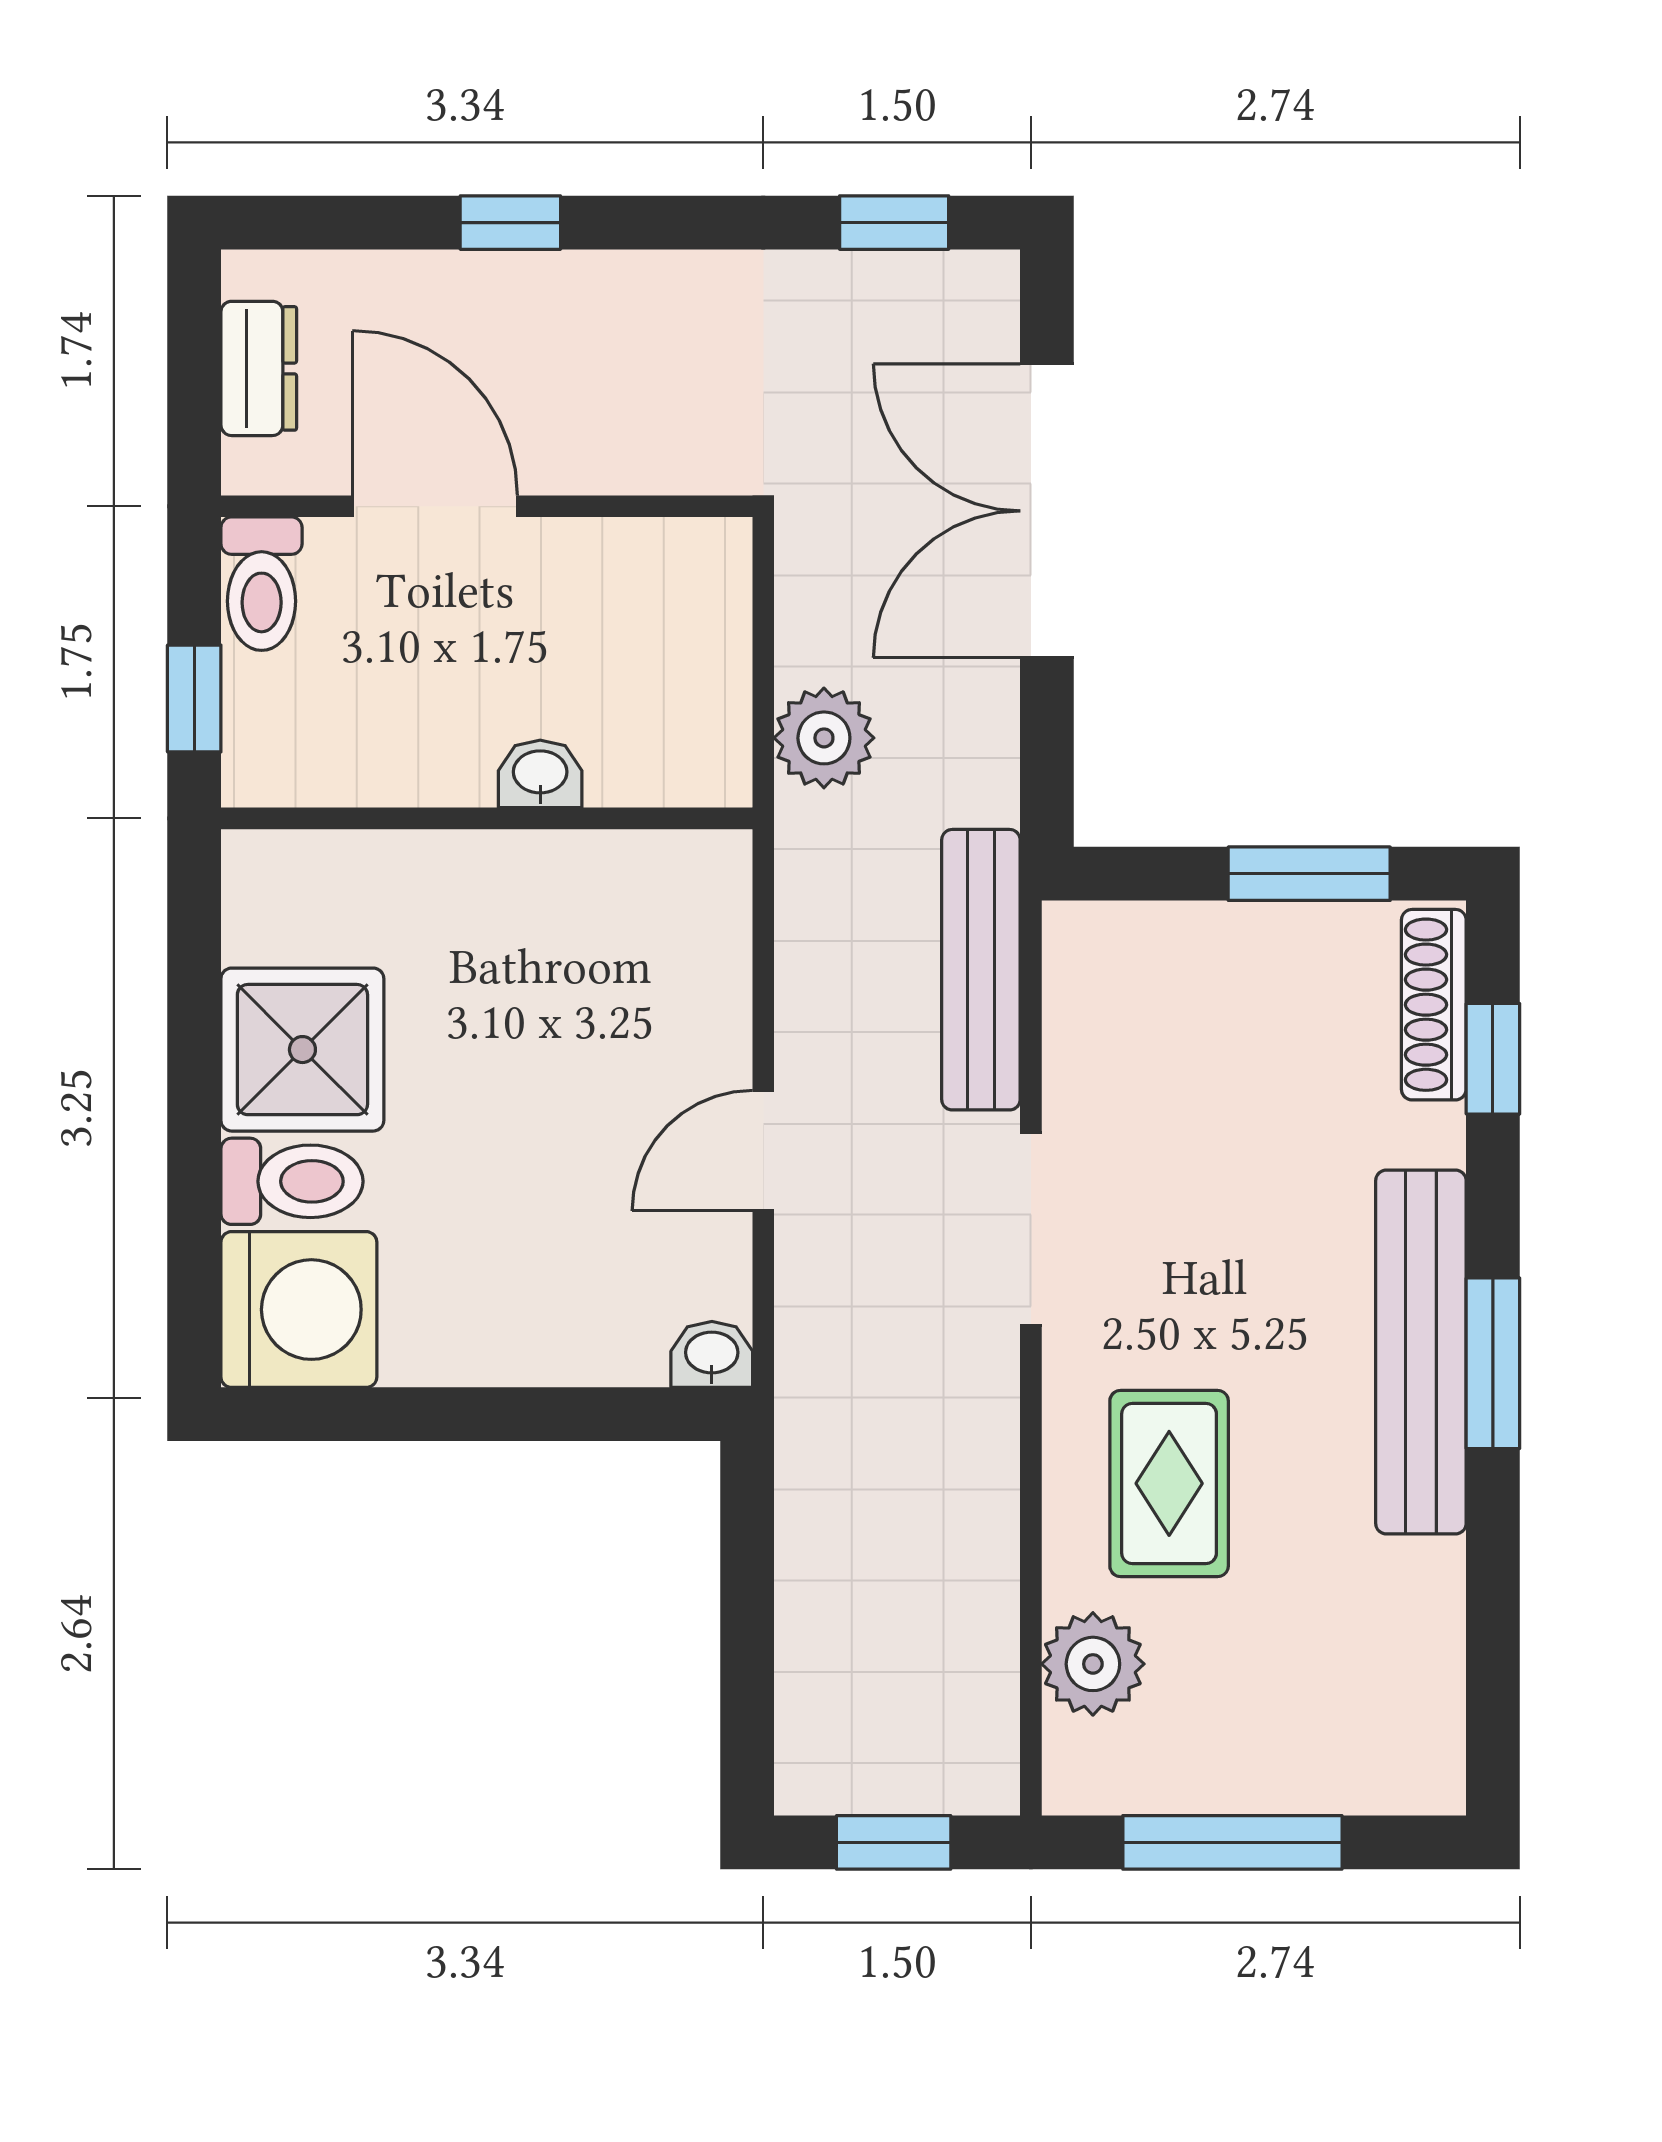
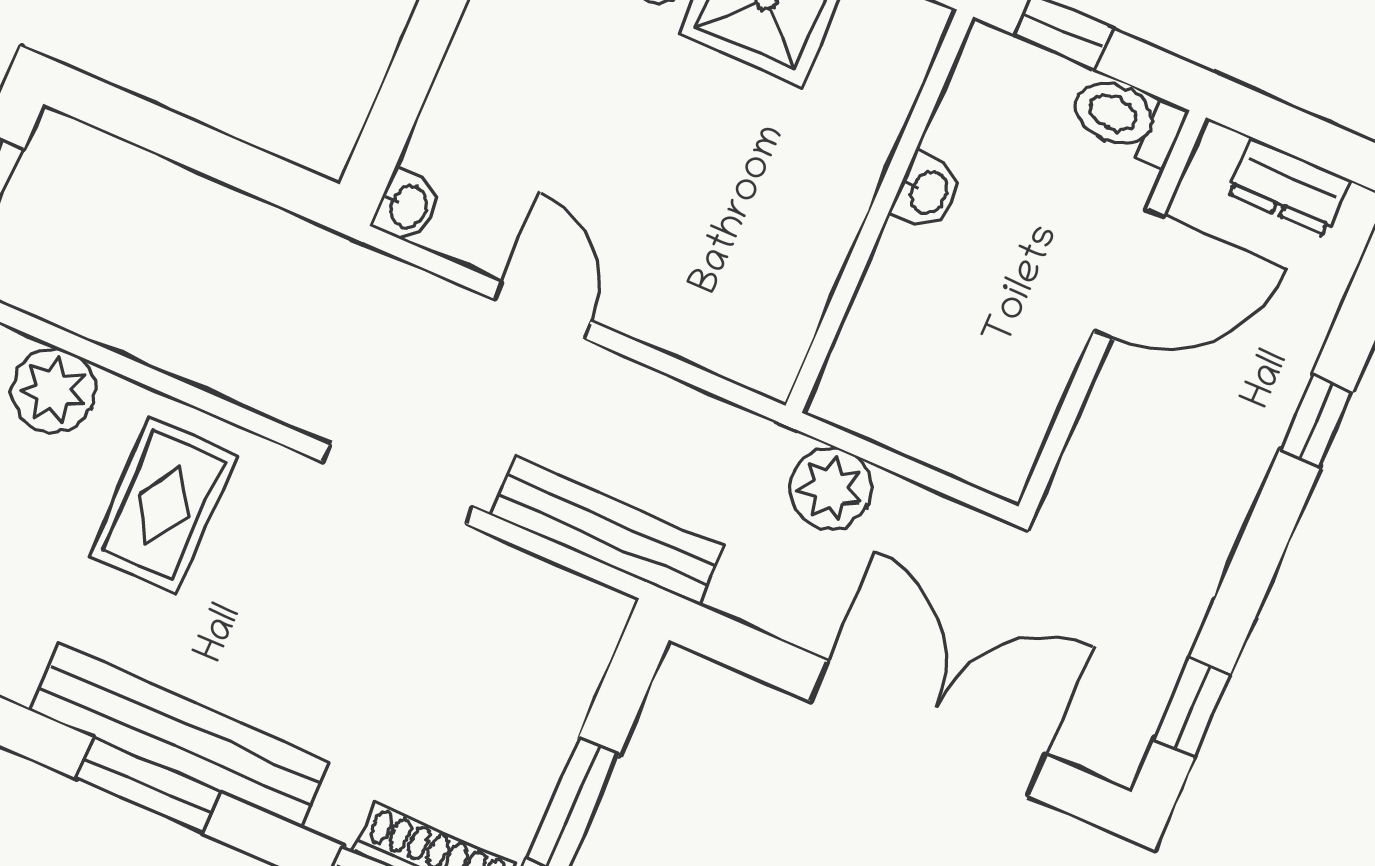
washbasin: (540, 774) -> (927, 192), moved
rug: (1169, 1483) -> (163, 505), turned 90

